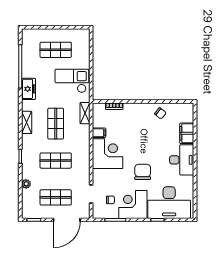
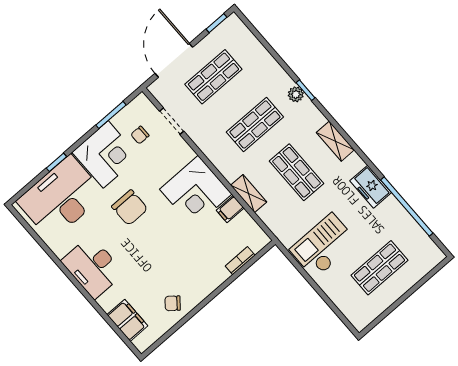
checkout: (72, 81) -> (324, 246), turned 180
shelving: (85, 113) -> (249, 194), moved
filing cabinet: (187, 133) -> (127, 320), moved
plant: (26, 184) -> (296, 94), moved

